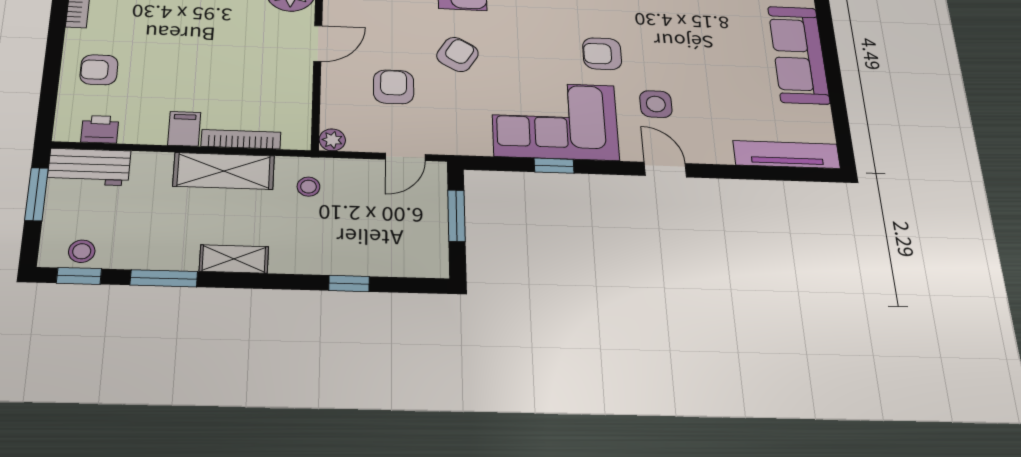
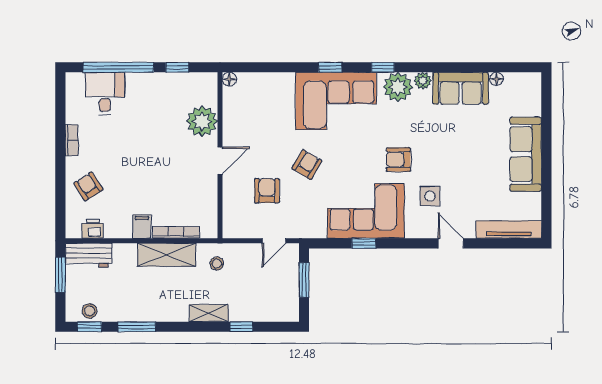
armchair: (99, 70) -> (88, 186), turned 57
plant: (332, 140) -> (230, 231), removed
door: (665, 170) -> (451, 243), moved
shelving: (234, 259) -> (209, 313), moved

